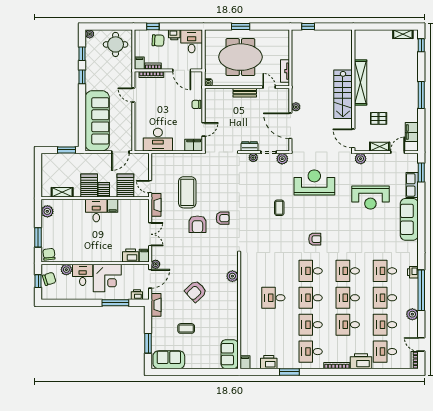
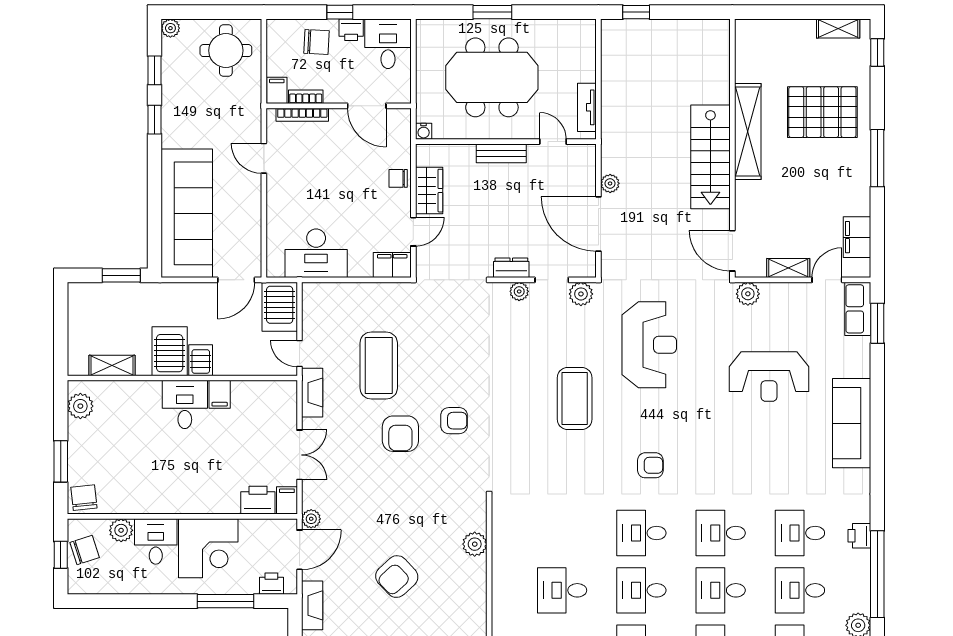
window: (153, 26) -> (340, 12), moved
wardrobe: (211, 110) -> (429, 191), added
pallet: (379, 118) -> (822, 112), moved, width x2.05, depth x2.00
reception desk: (314, 183) -> (649, 345), turned 90
row of seats: (412, 185) -> (858, 309), moved
server rack: (125, 186) -> (280, 307), moved, turned 180
coffee table: (279, 208) -> (575, 399), width x1.86, depth x1.72

